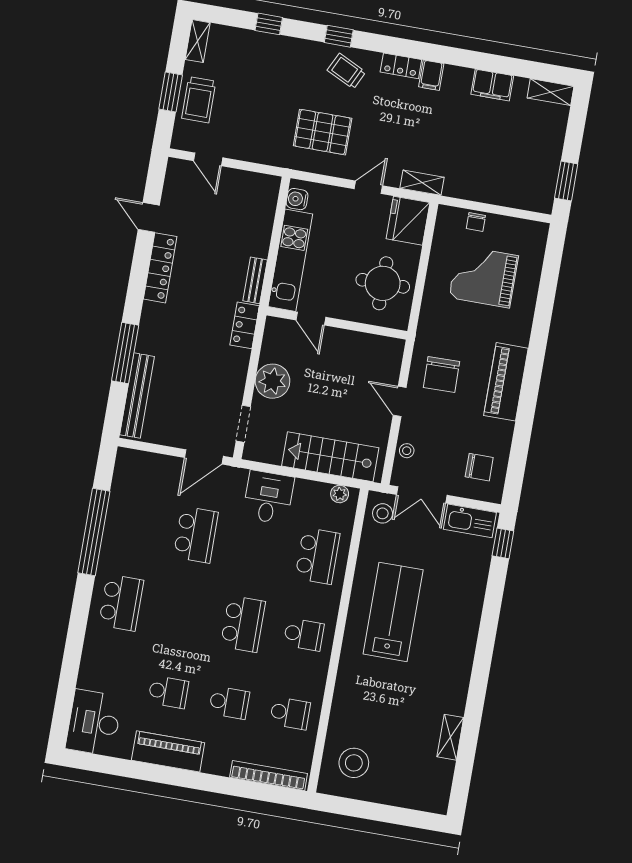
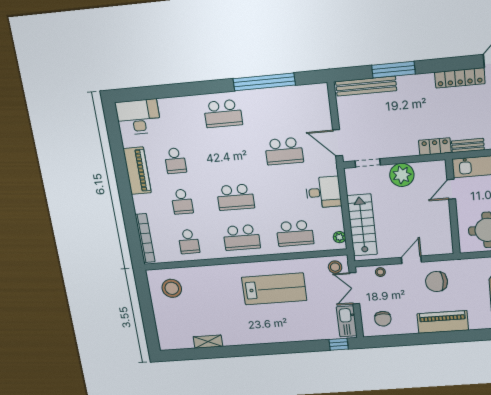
school desk: (304, 635) -> (242, 237), width x1.85

